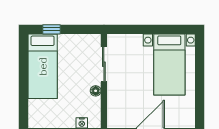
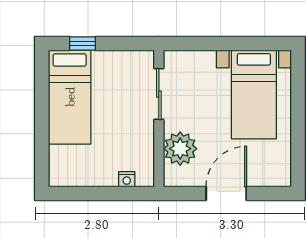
floor lamp: (96, 91) -> (147, 133), removed
plant: (119, 102) -> (180, 149), added

